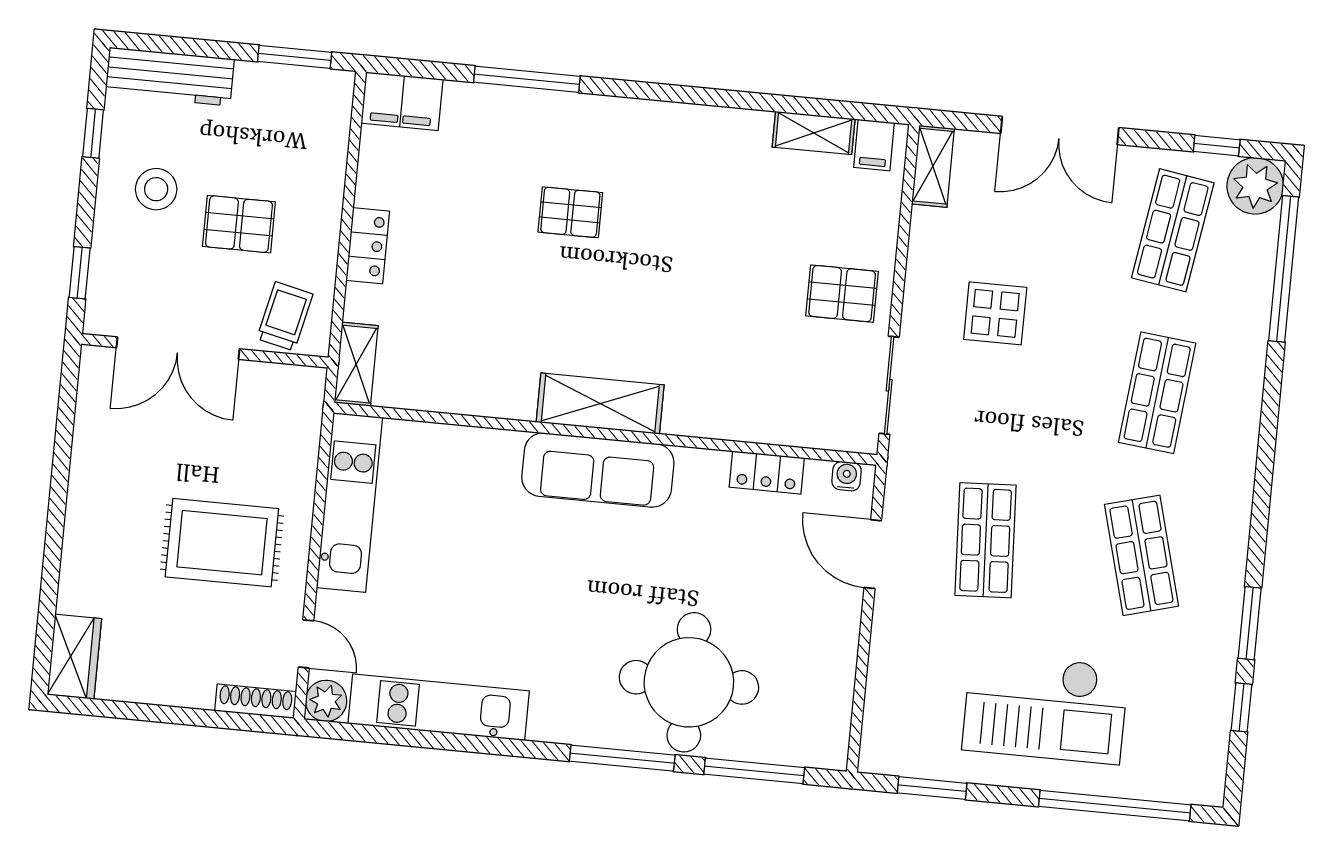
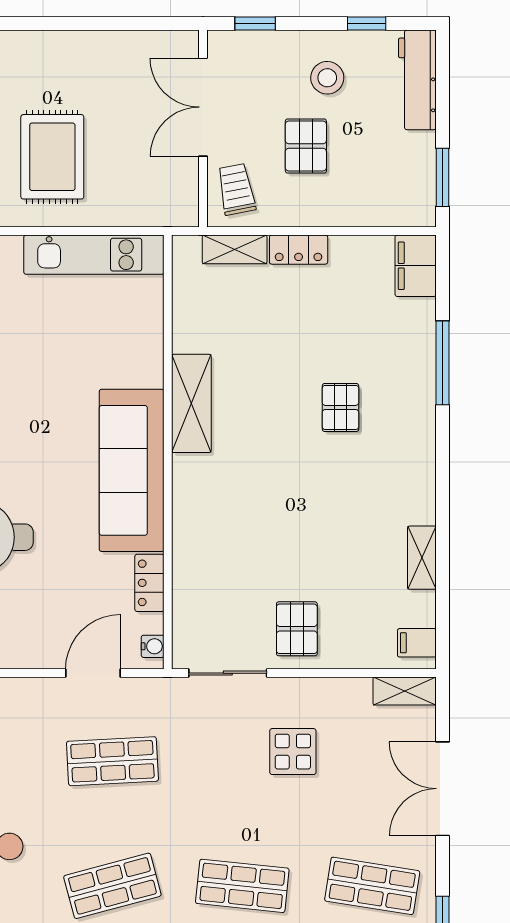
shelving: (814, 133) -> (422, 558), moved
trolley: (285, 316) -> (236, 189), turned -114
shelving: (356, 364) -> (235, 249), moved
shelving: (600, 404) -> (191, 403), moved
sofa: (598, 470) -> (132, 470), width x1.36, depth x1.27

